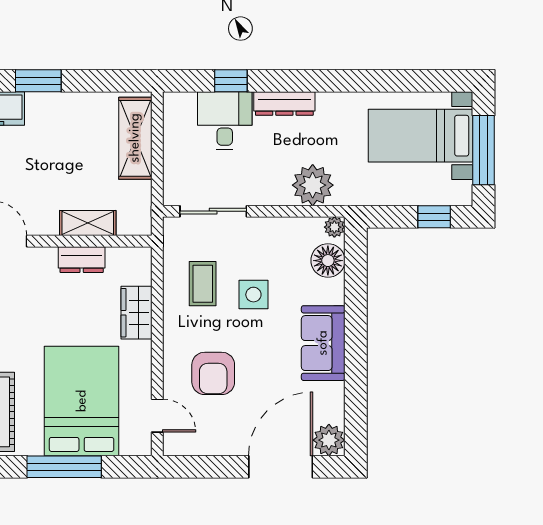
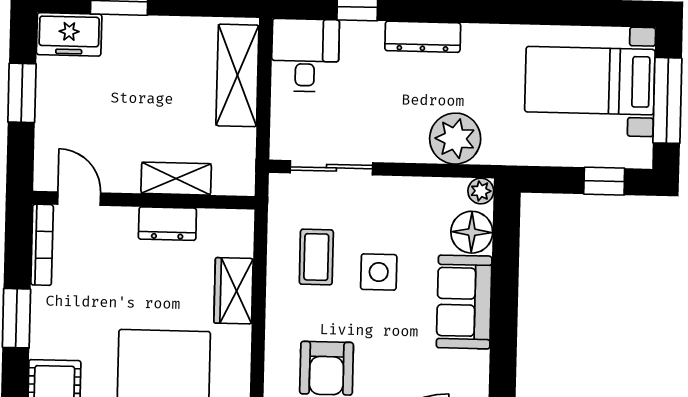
desk: (225, 121) -> (305, 55), moved
sofa: (323, 343) -> (464, 302), moved

